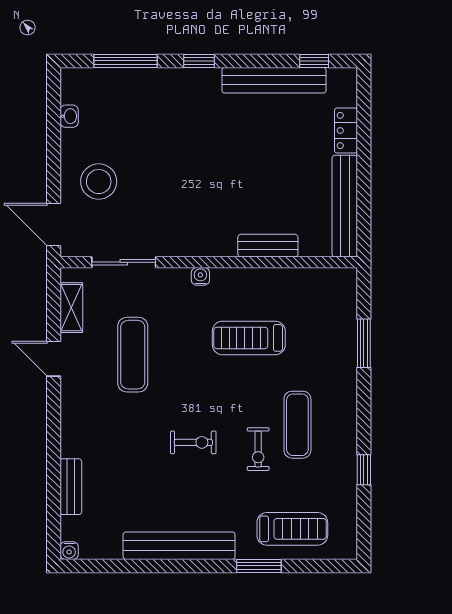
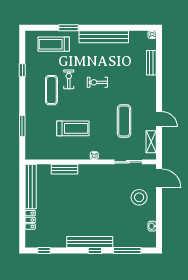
bench: (274, 80) -> (90, 242), moved

